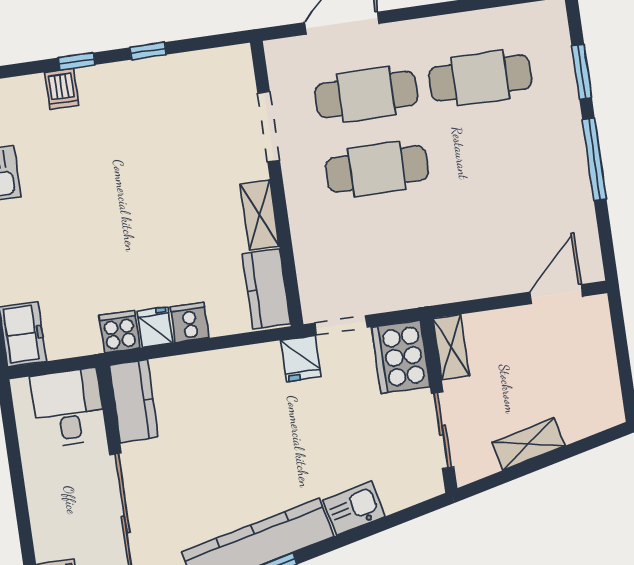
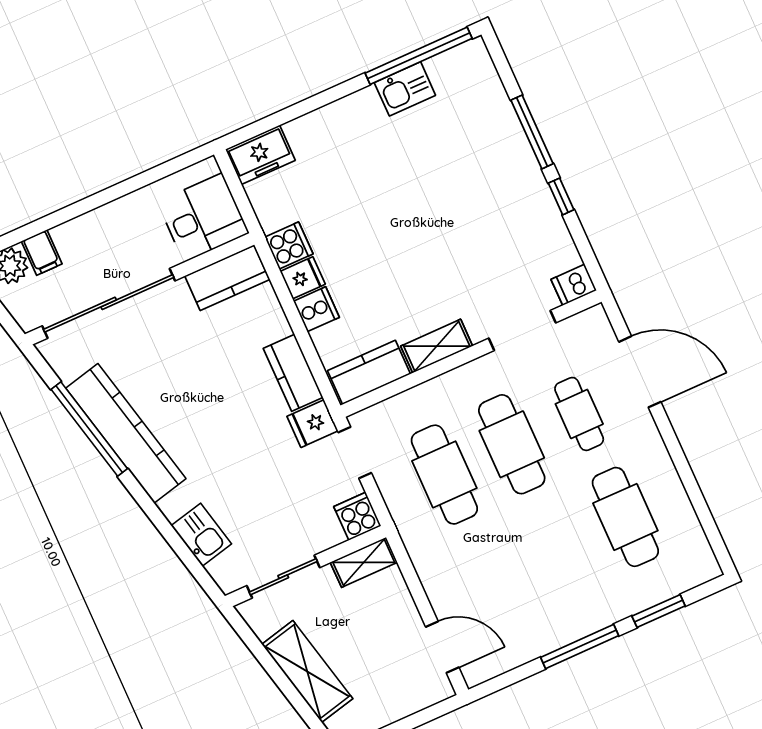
window: (77, 61) -> (532, 132), width x2.17
dishwasher: (62, 89) -> (574, 285), moved
cafe table: (366, 94) -> (579, 414), width x0.73, depth x0.74
cafe table: (388, 244) -> (444, 475), added
cooker: (401, 357) -> (357, 516), width x0.53, depth x0.76
kitchen counter: (246, 363) -> (293, 373), added
shelving: (528, 444) -> (307, 671), width x1.50, depth x1.33
kitchen sink: (354, 508) -> (201, 535), moved

